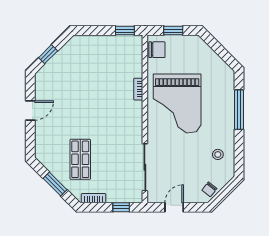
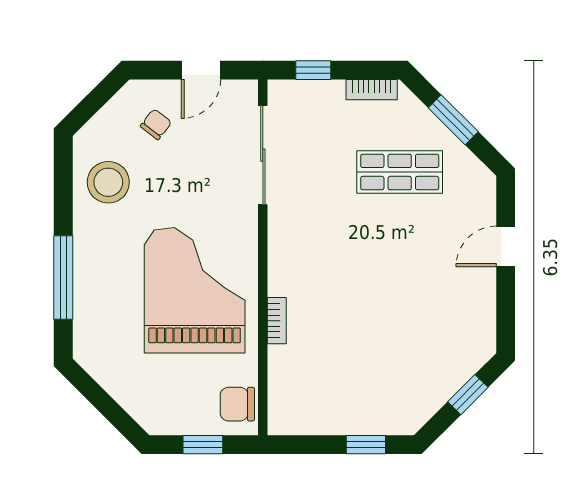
window: (125, 31) -> (366, 445), moved
door: (30, 110) -> (506, 246), moved
stool: (218, 154) -> (108, 182), width x1.89, depth x1.89
shop shelf: (80, 159) -> (400, 172), turned 90
chair: (209, 189) -> (156, 124), moved

